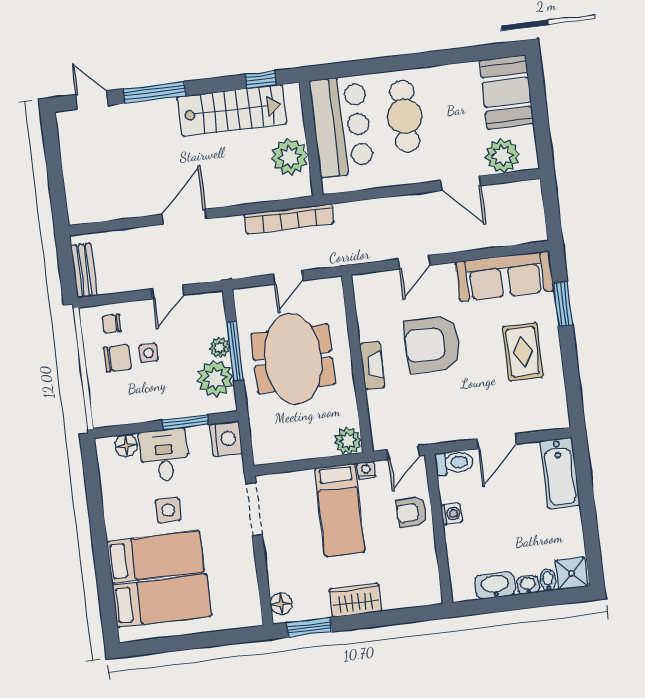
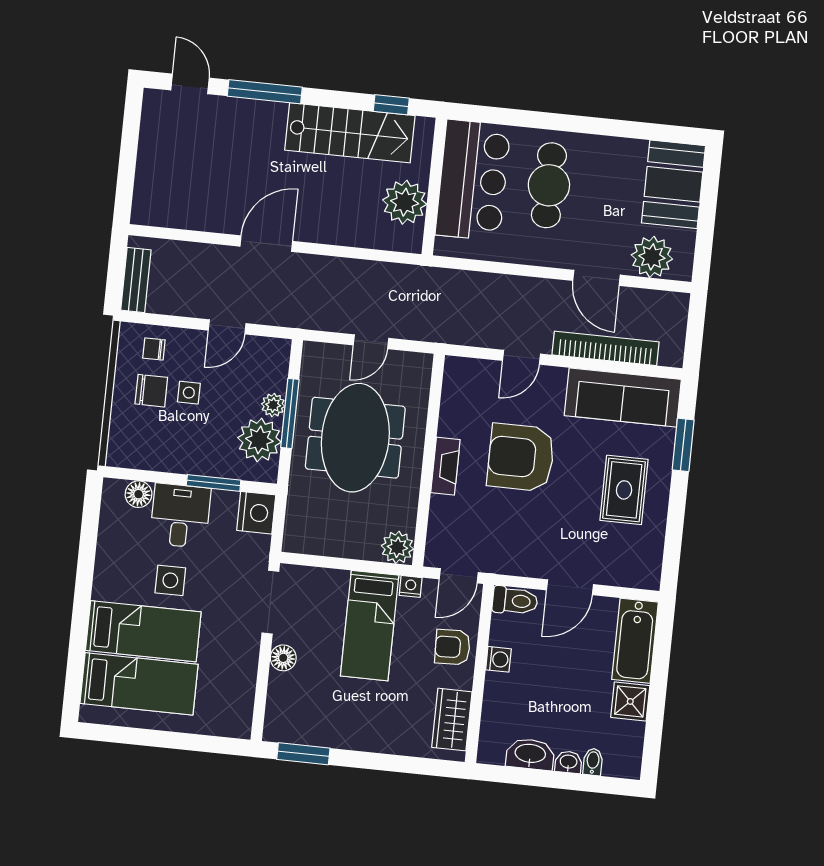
bookcase: (289, 219) -> (605, 348), moved, turned 180
shower: (572, 573) -> (630, 701), moved
wardrobe: (355, 600) -> (452, 720), moved, turned -90
floor lamp: (281, 604) -> (283, 658), moved

